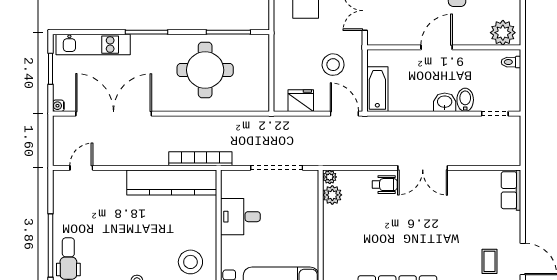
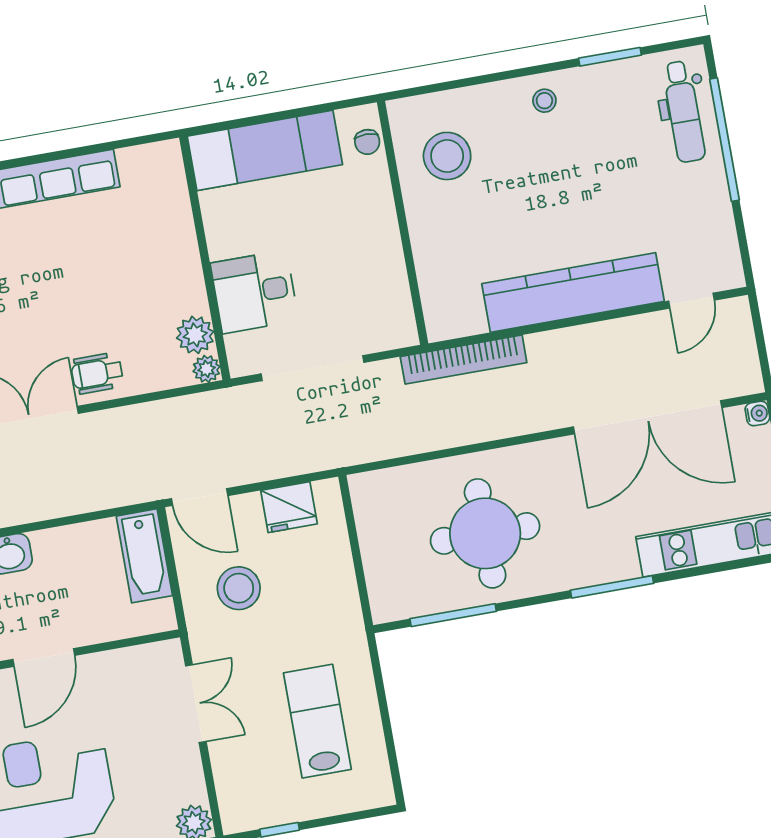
kitchen counter: (172, 183) -> (573, 292), moved
desk: (240, 217) -> (254, 292), moved, turned 180

